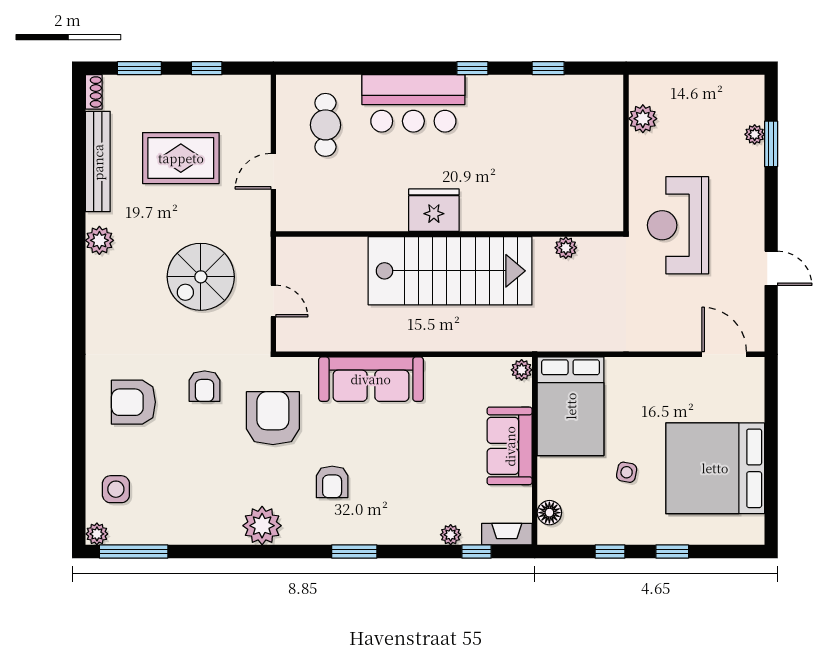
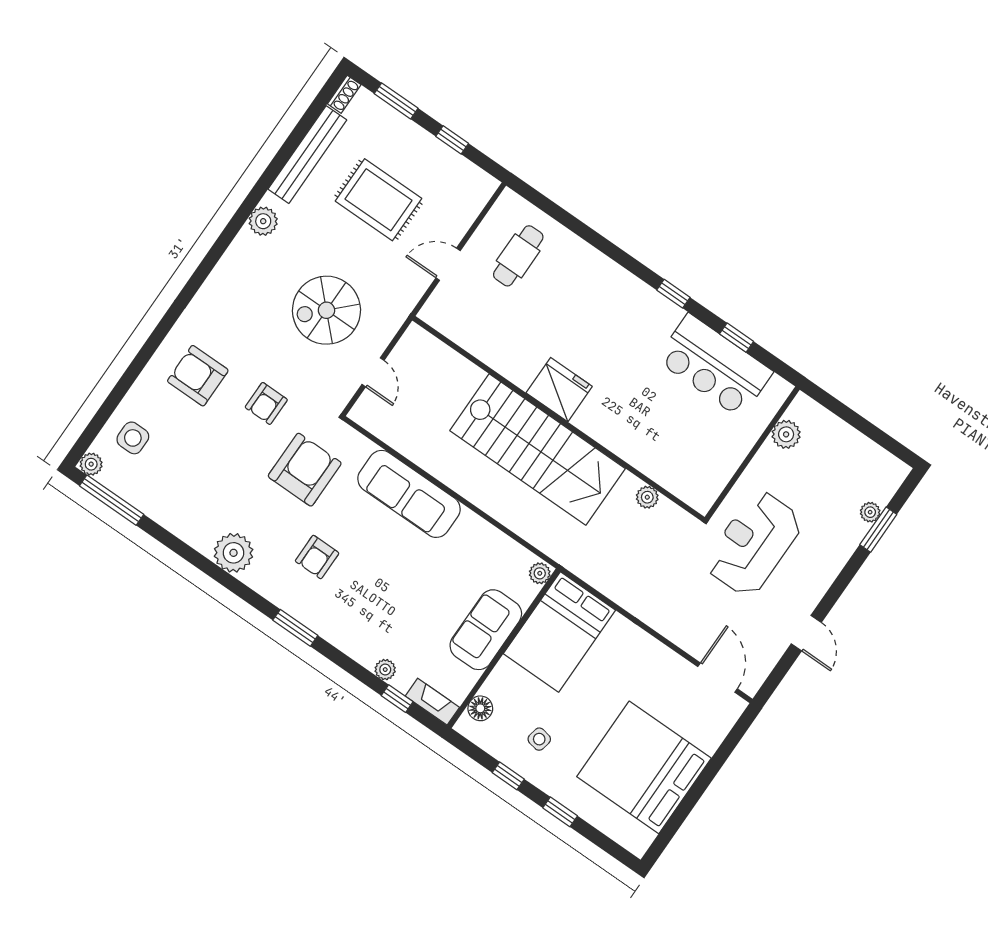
bar counter: (413, 103) -> (715, 366), moved
side table: (627, 472) -> (539, 739), moved

